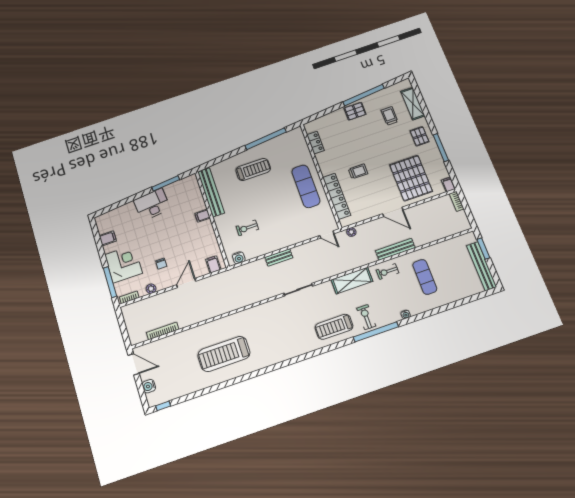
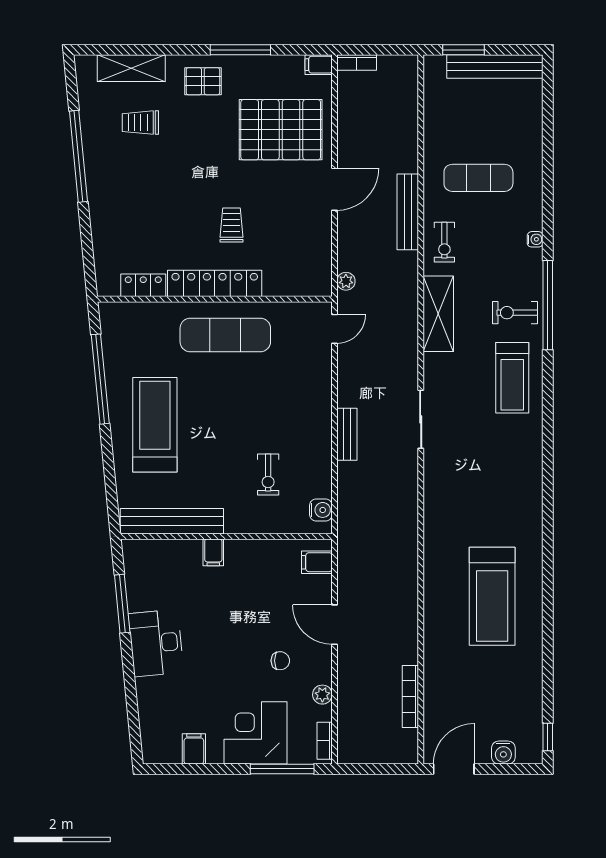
pallet: (355, 111) -> (106, 185), removed
treadmill: (253, 169) -> (155, 425), width x1.37, depth x1.38
locker: (337, 196) -> (215, 283), moved

